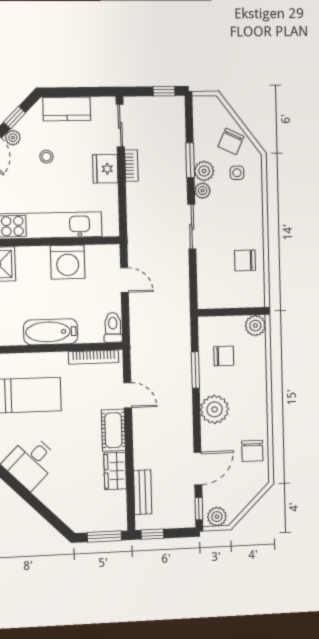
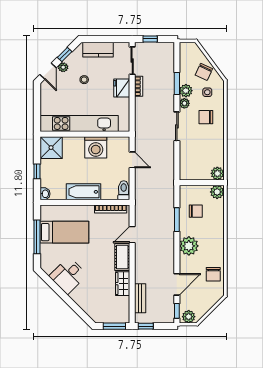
window: (164, 91) -> (150, 39), moved
chair: (245, 260) -> (206, 117), moved
plant: (255, 297) -> (217, 173), added
door: (128, 395) -> (132, 235), swing flipped

